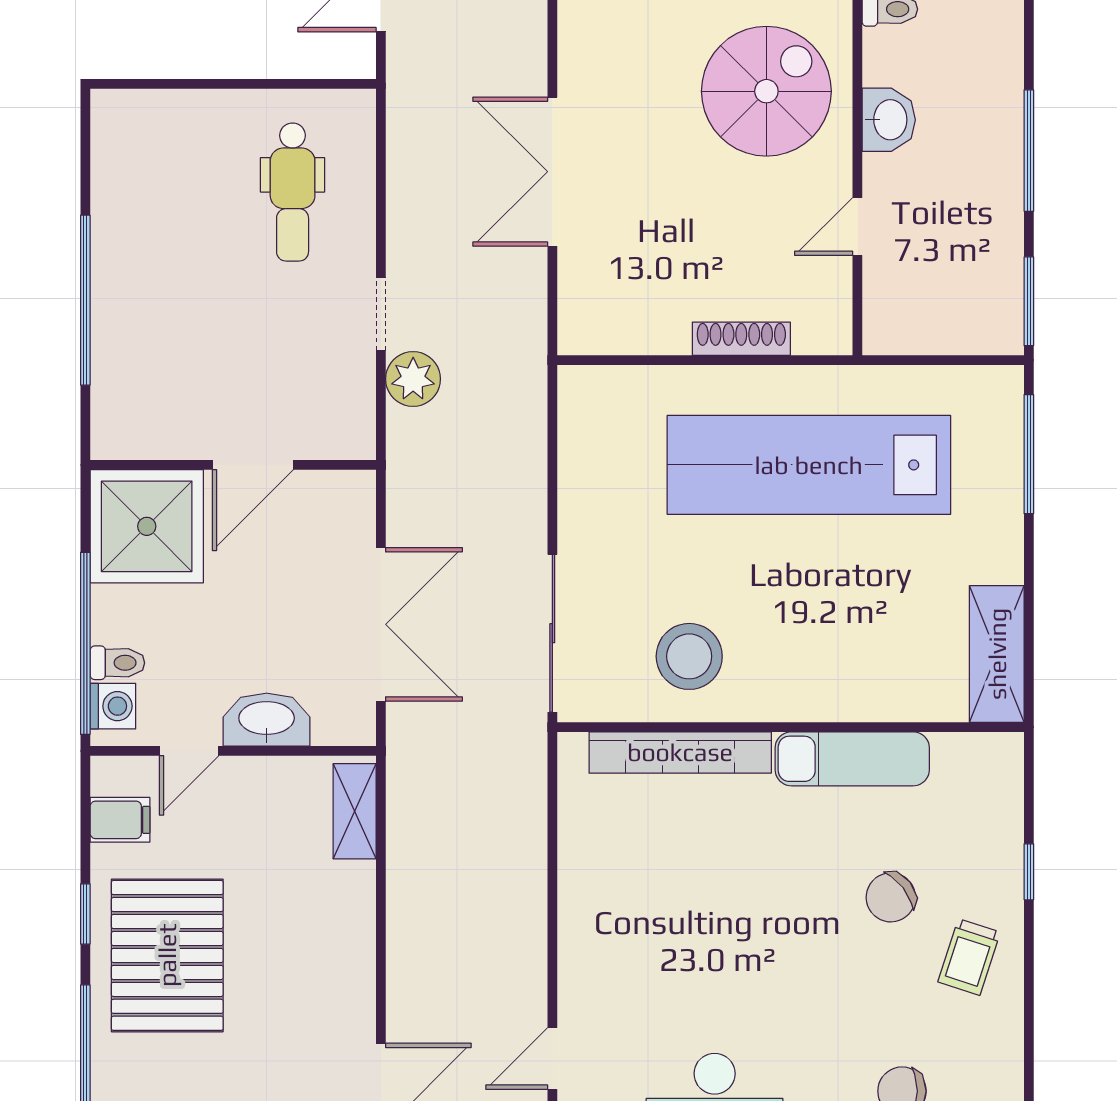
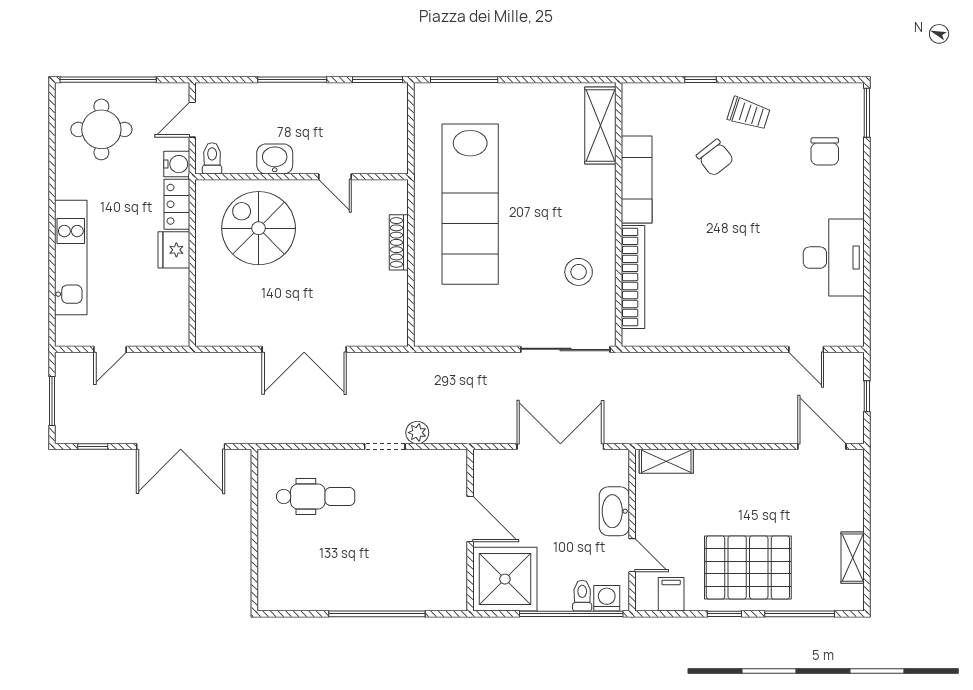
plant: (413, 379) -> (417, 433), width x0.73, depth x0.73
shelving: (997, 654) -> (600, 126), moved, turned 90
stool: (689, 656) -> (579, 272), width x0.73, depth x0.73

